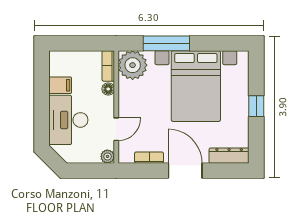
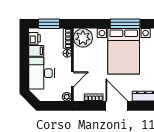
window: (80, 43) -> (49, 24), added
window: (166, 43) -> (125, 24), moved
printer: (57, 66) -> (35, 38), added

